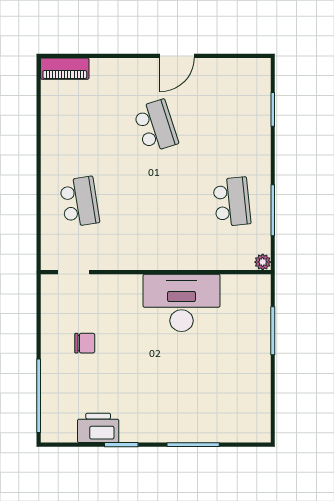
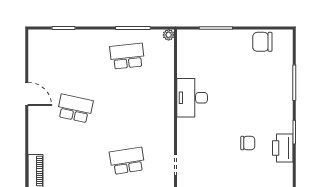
school desk: (156, 126) -> (75, 108), turned 30
desk: (181, 303) -> (192, 98), width x0.73, depth x0.77
chair: (85, 343) -> (248, 143), moved, turned 90
chair: (253, 398) -> (262, 42), added

